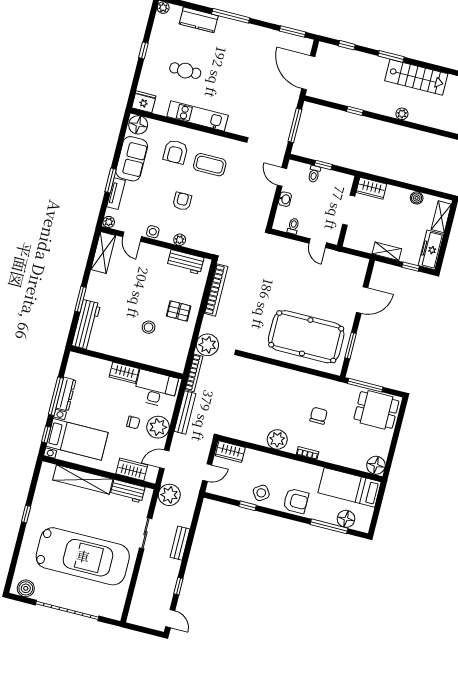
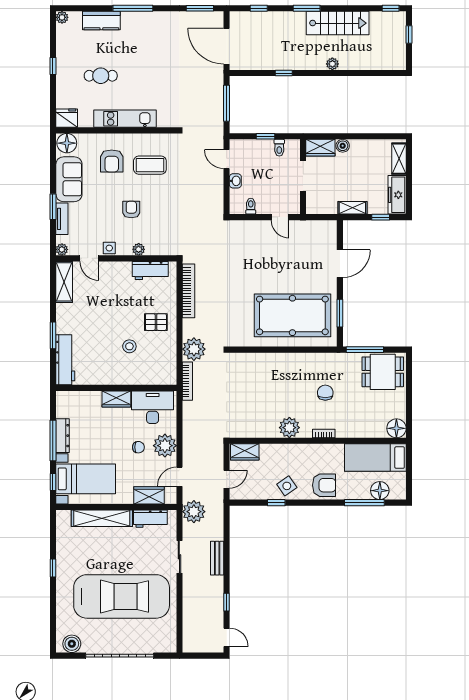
toilet: (314, 174) -> (279, 148), moved
boiler: (417, 198) -> (343, 146), moved
bench: (185, 412) -> (189, 424), removed

